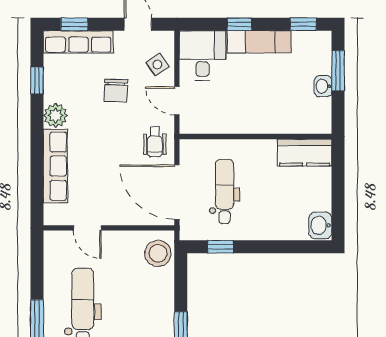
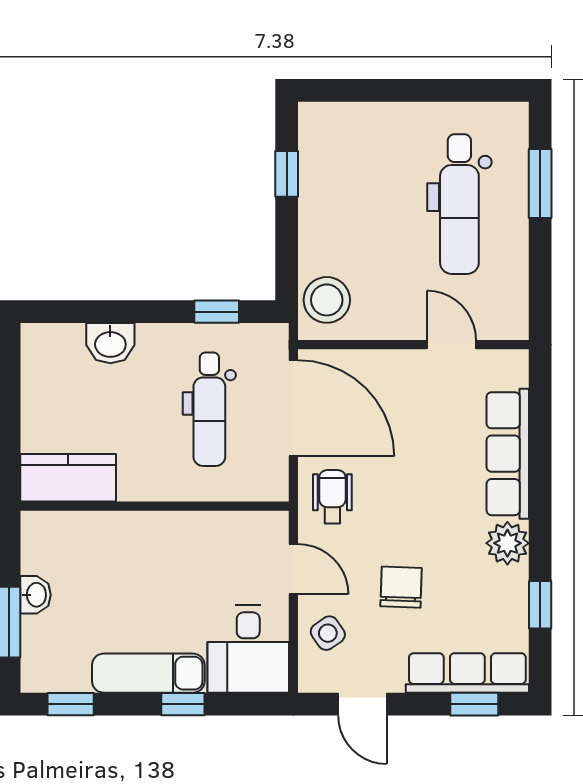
washbasin: (320, 225) -> (110, 343), moved, turned 90

